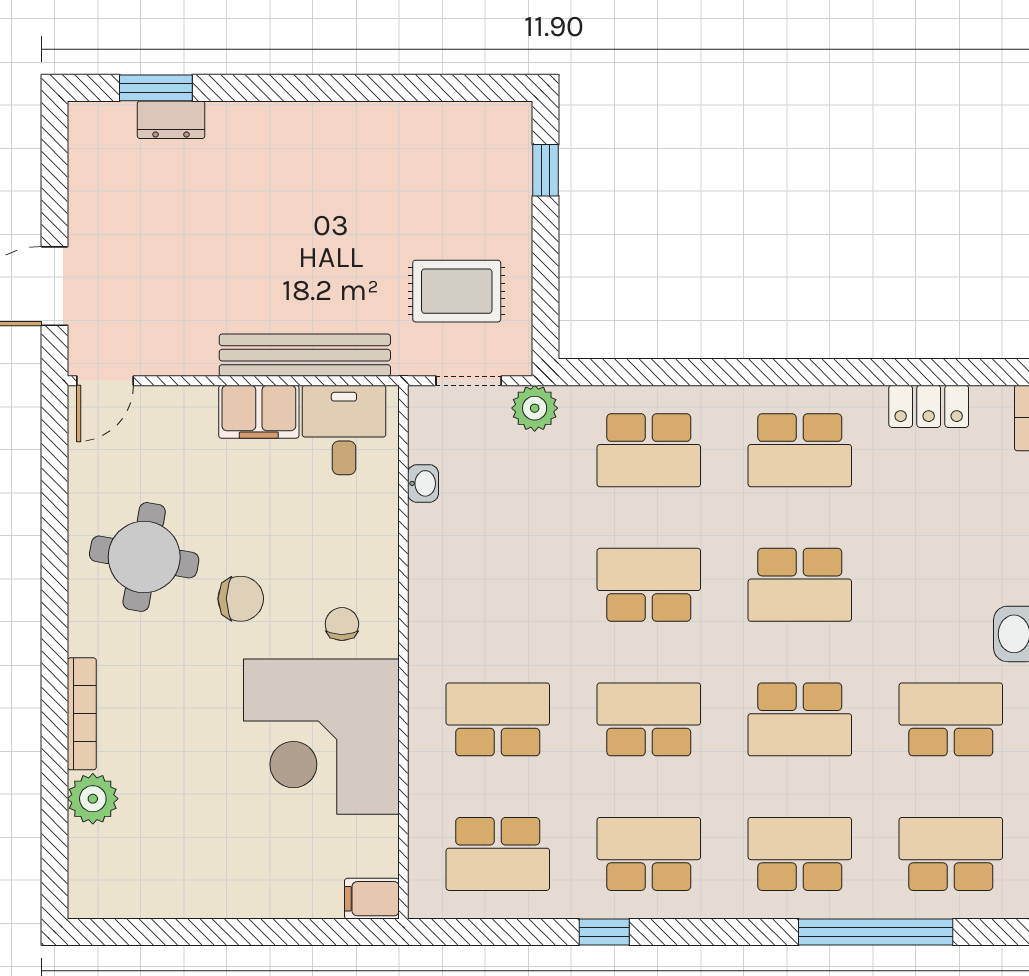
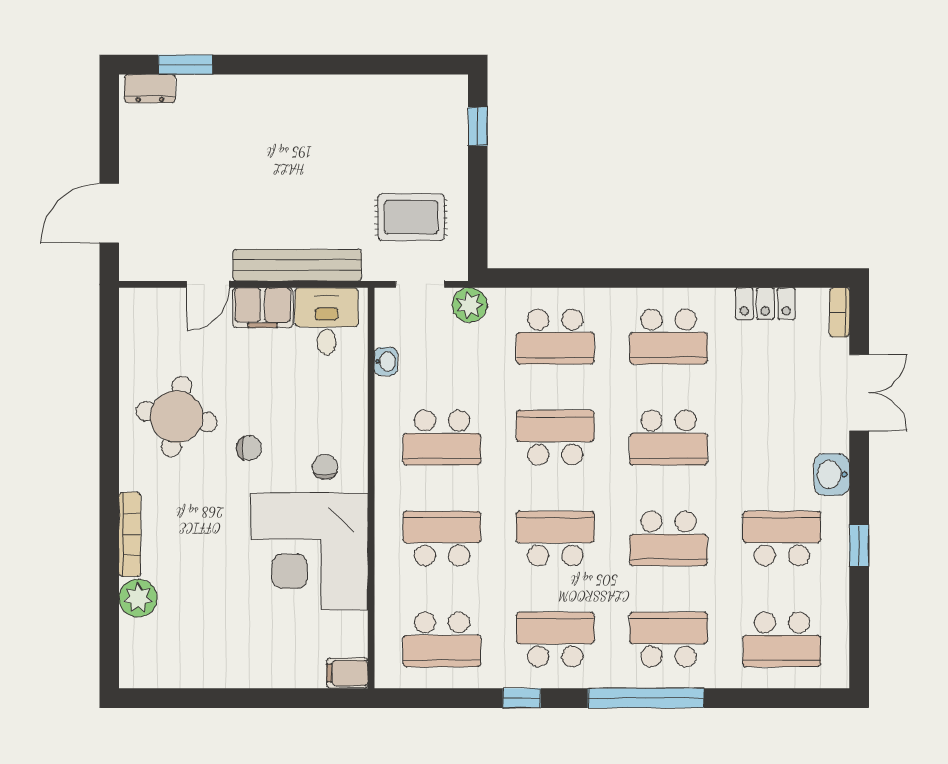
dresser: (171, 120) -> (150, 89), moved
door: (105, 381) -> (208, 284), moved
school desk: (498, 585) -> (442, 438), added
chair: (241, 599) -> (249, 448), width x0.73, depth x0.73
school desk: (951, 854) -> (782, 639), turned 180
window: (876, 932) -> (646, 698), moved

